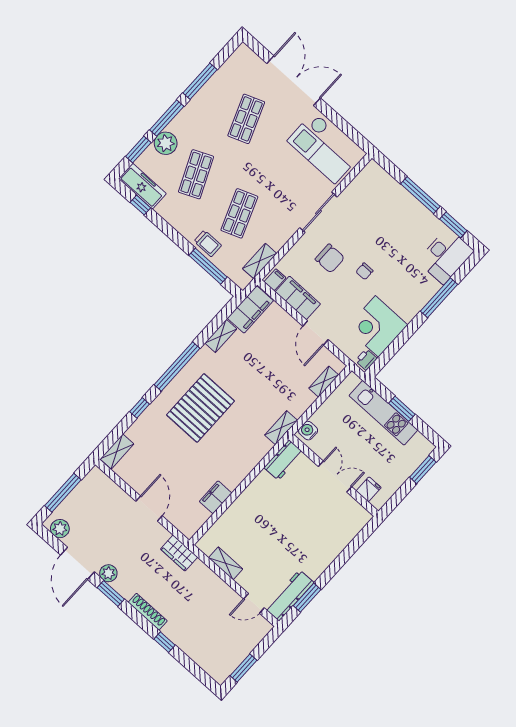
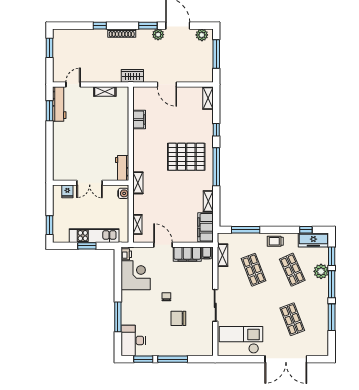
trolley: (208, 243) -> (275, 241), moved
chair: (330, 258) -> (178, 318), moved
pallet: (201, 408) -> (186, 157), turned 90

